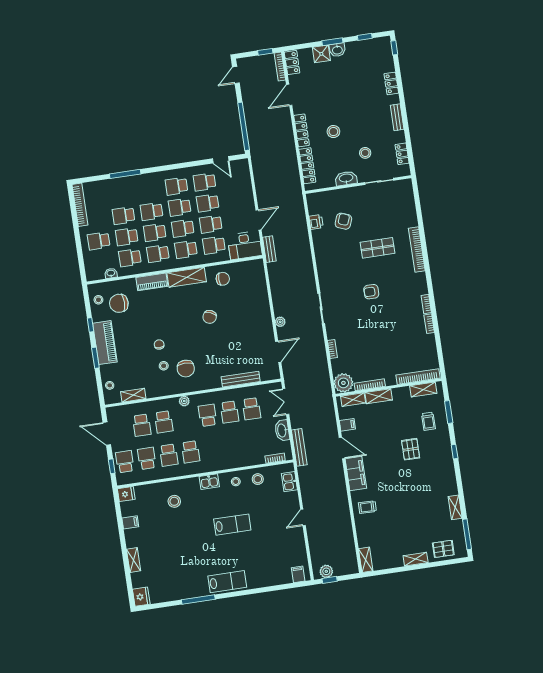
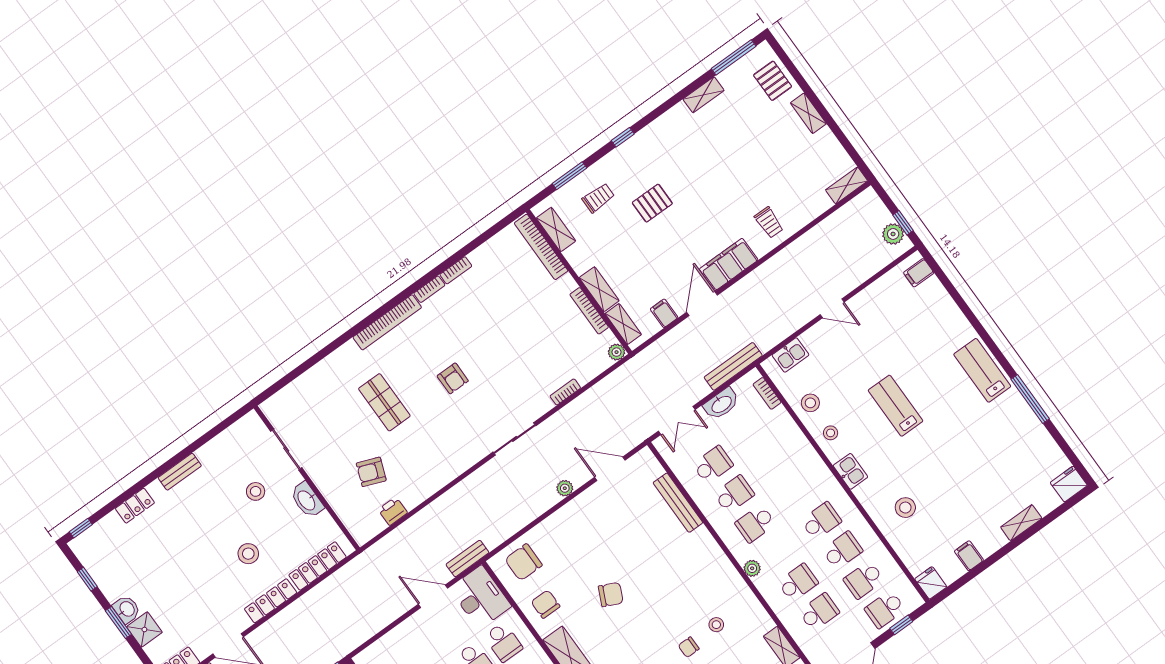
locker: (402, 154) -> (229, 437), removed
bookcase: (417, 250) -> (387, 322), moved
chair: (186, 369) -> (523, 562), moved, turned 180
plant: (343, 383) -> (617, 352), width x0.53, depth x0.53

